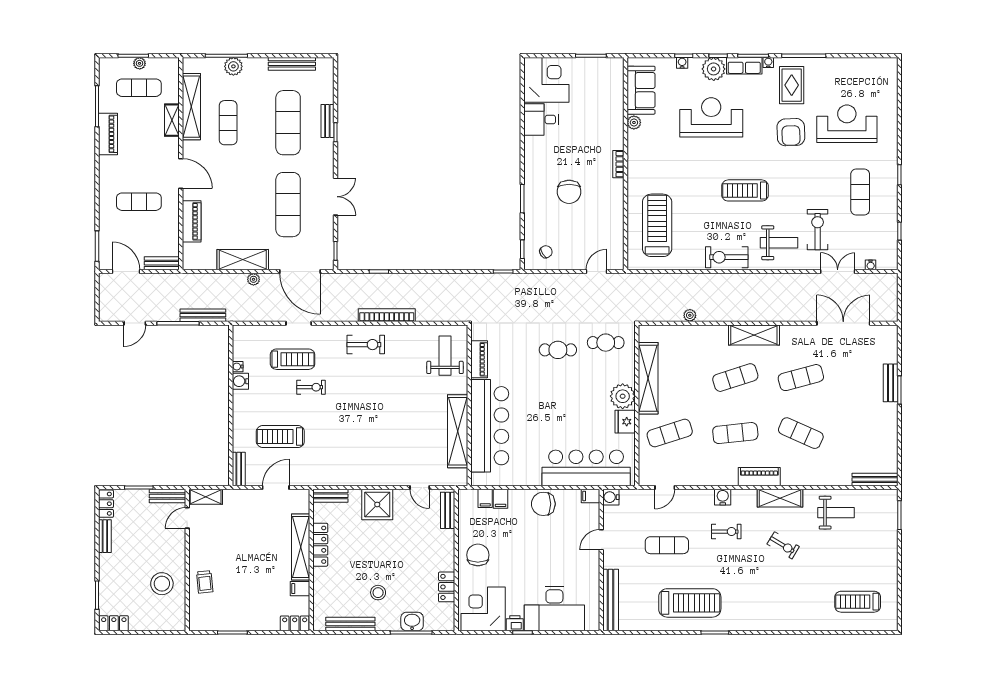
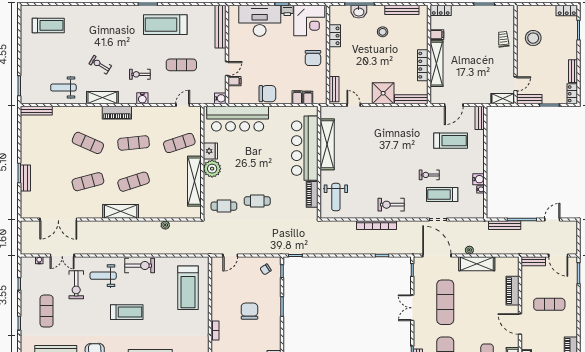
bench: (330, 496) -> (411, 99), width x1.36
filing cabinet: (591, 496) -> (234, 81), moved

